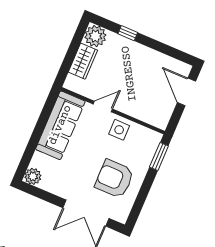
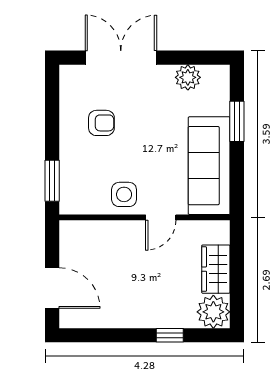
window: (32, 145) -> (237, 121), added
plant: (33, 176) -> (188, 77), moved
armchair: (114, 179) -> (101, 123), width x0.53, depth x0.53

